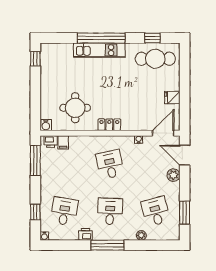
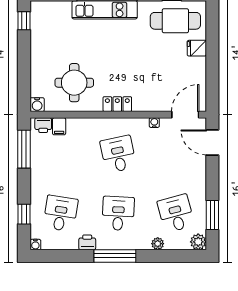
fridge: (172, 98) -> (197, 48), moved
plant: (173, 175) -> (198, 242), moved

